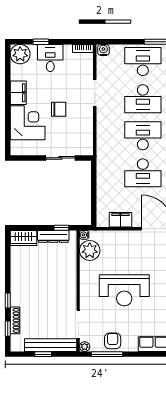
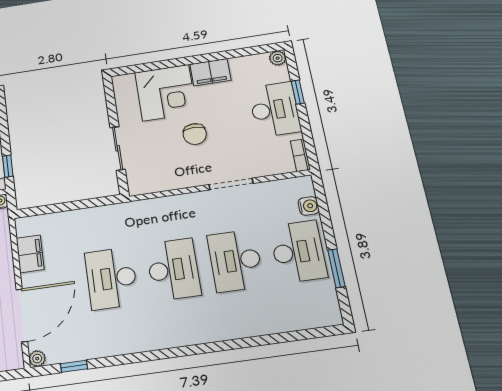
water cooler: (103, 50) -> (309, 206), moved
plant: (20, 54) -> (278, 58), width x0.53, depth x0.53
desk: (50, 58) -> (275, 110), width x1.37

